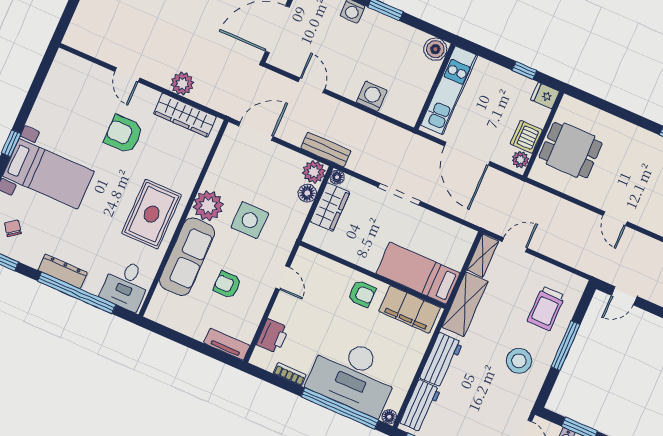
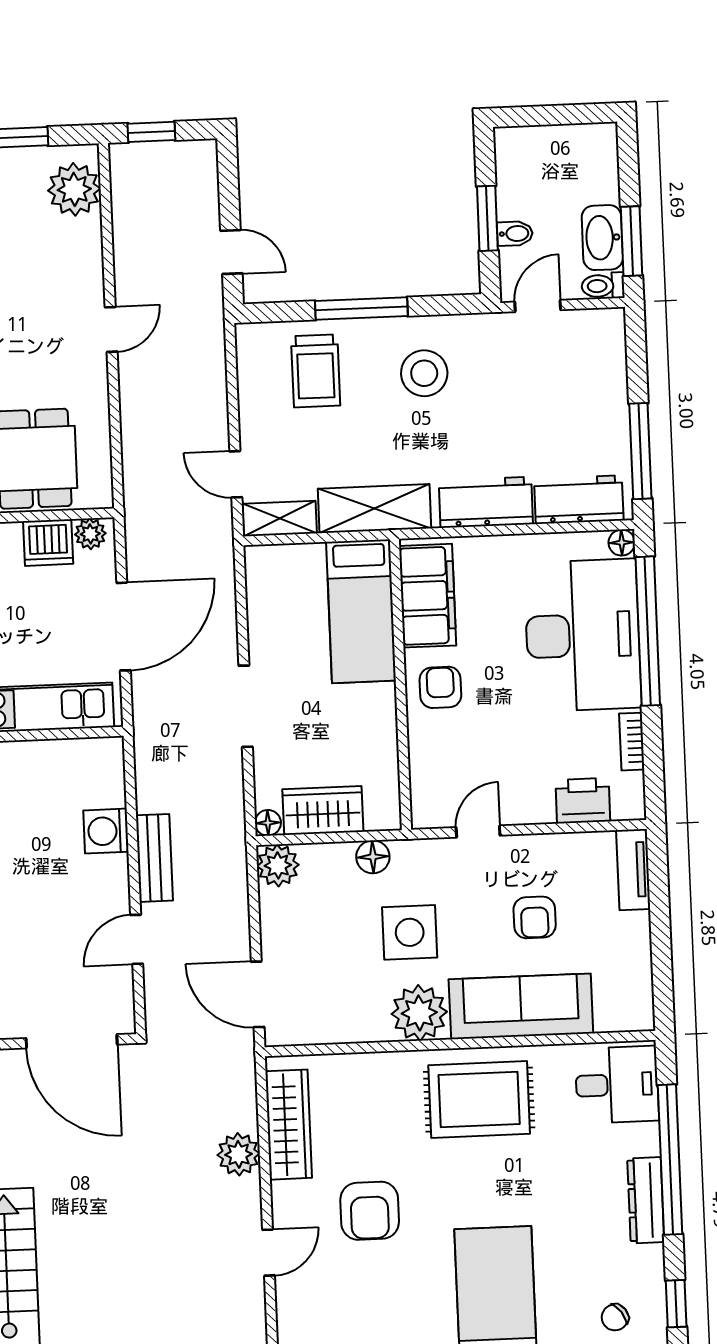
bench: (326, 149) -> (154, 858), moved
floor lamp: (307, 193) -> (373, 857), moved
trolley: (546, 308) -> (316, 371), turned 90

